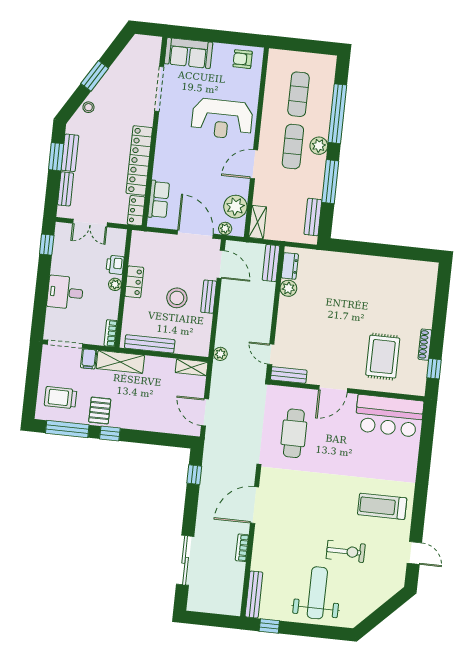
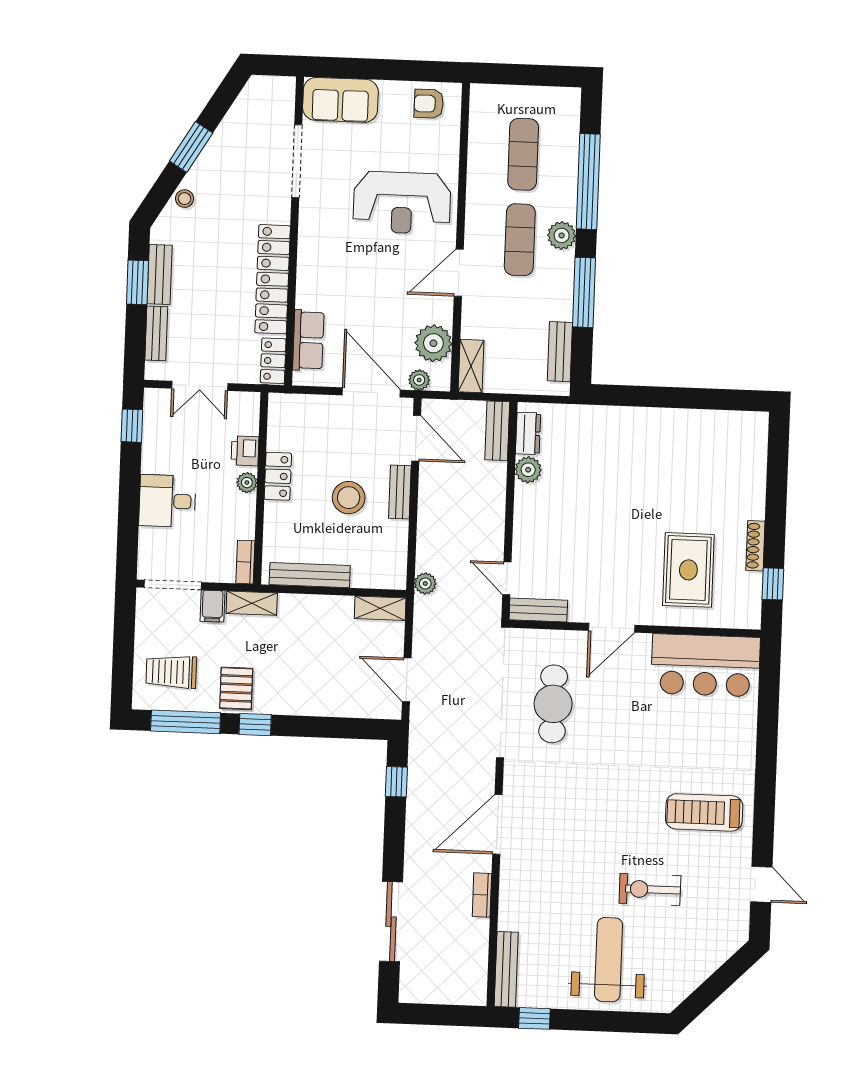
shelving: (120, 362) -> (252, 603), width x0.67, depth x0.75
exercise bike: (346, 551) -> (650, 889), turned 180

